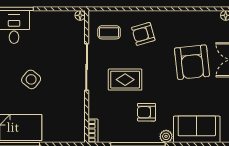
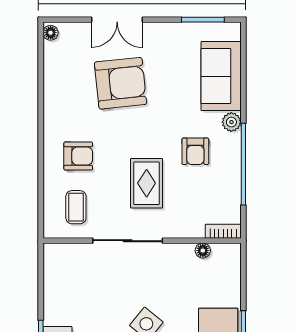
floor lamp: (80, 15) -> (203, 251), moved
armchair: (143, 34) -> (78, 156), turned -74

